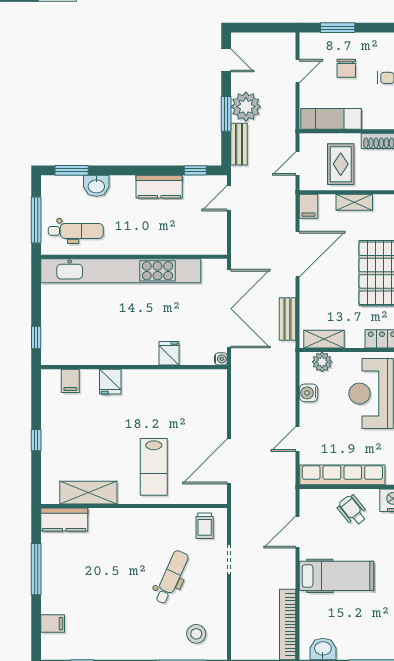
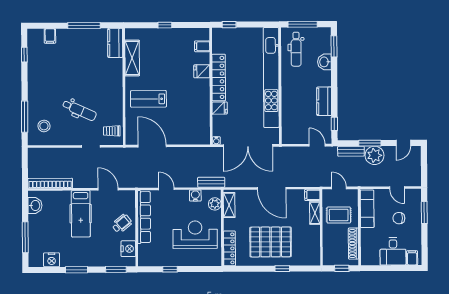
shelving: (354, 202) -> (315, 213), moved
door: (298, 254) -> (272, 188), moved
bench: (287, 319) -> (211, 182), moved
locker: (120, 355) -> (219, 77), added

